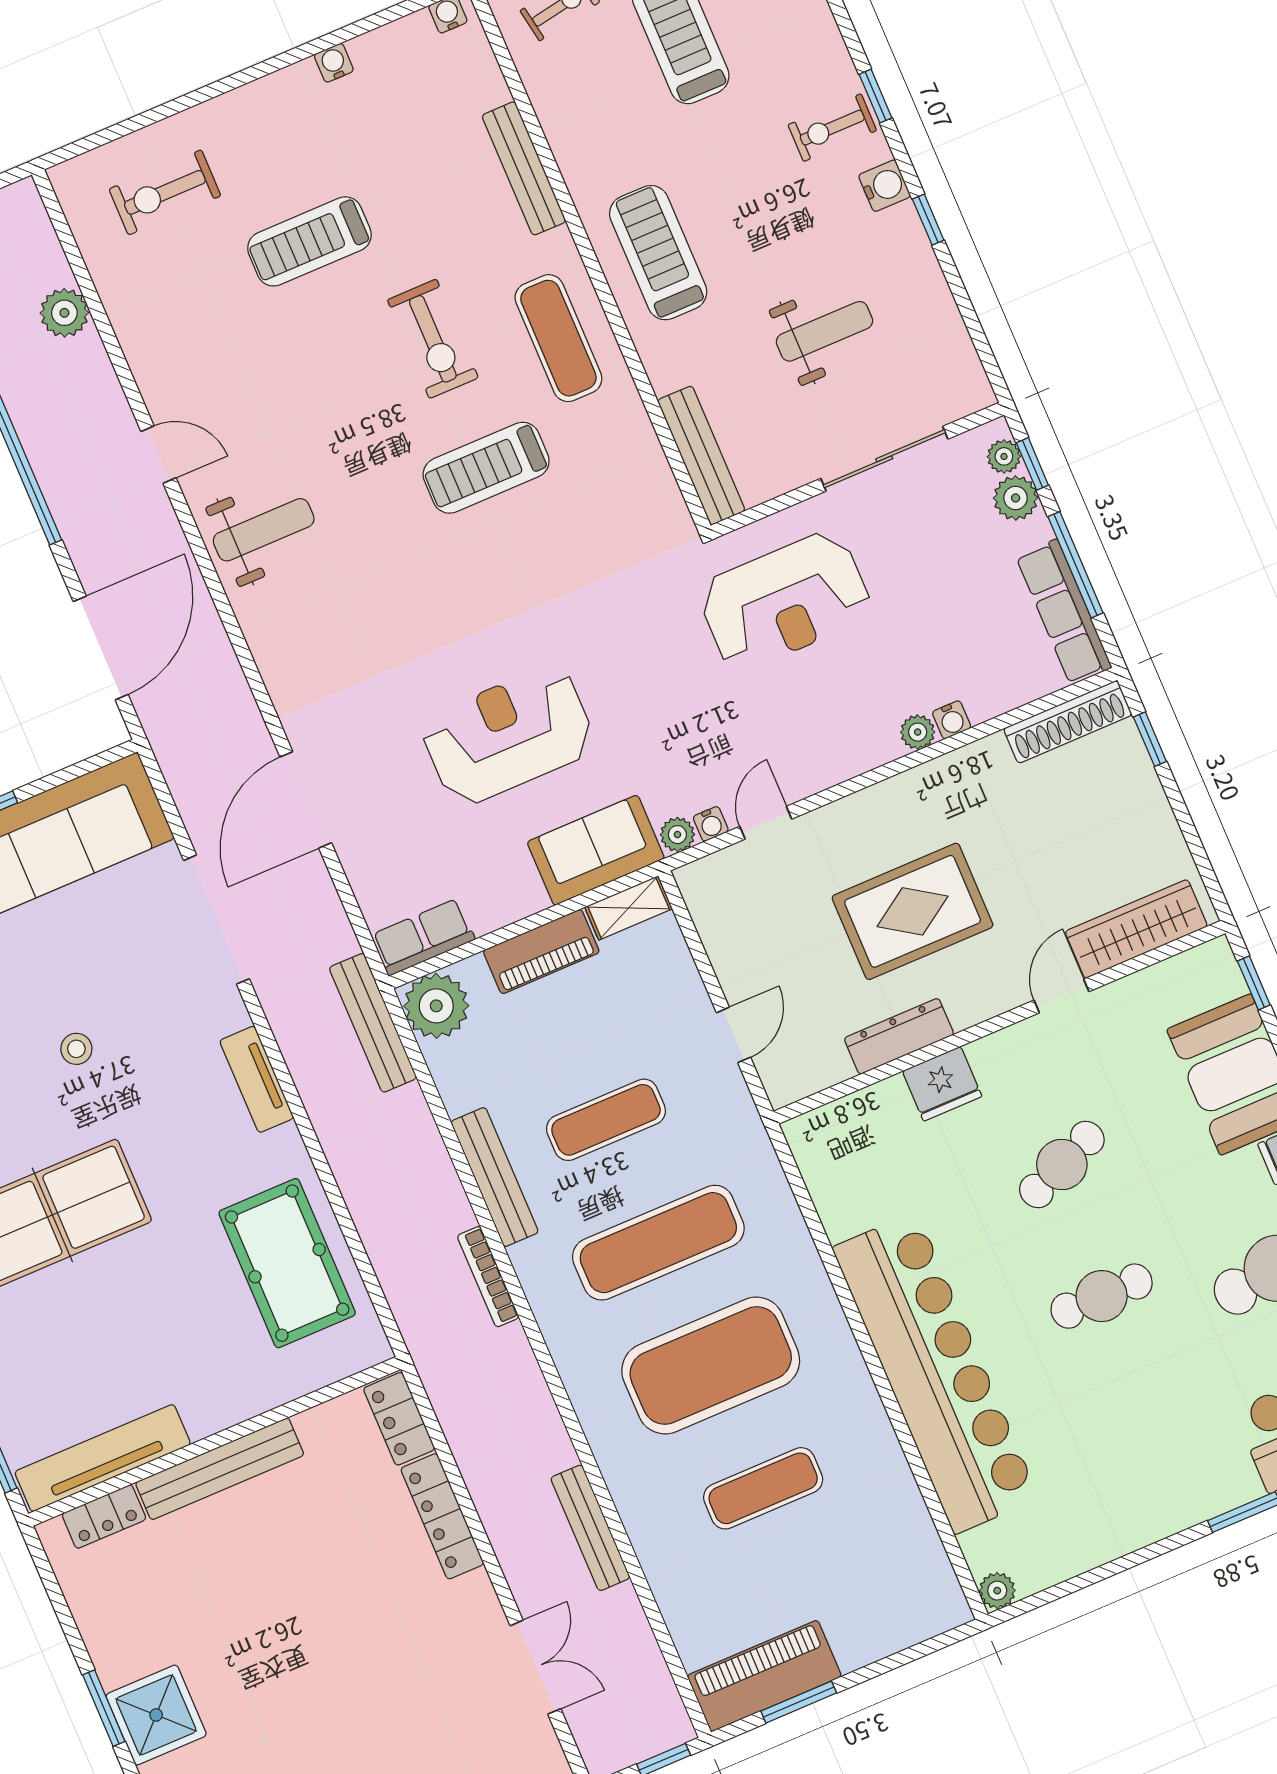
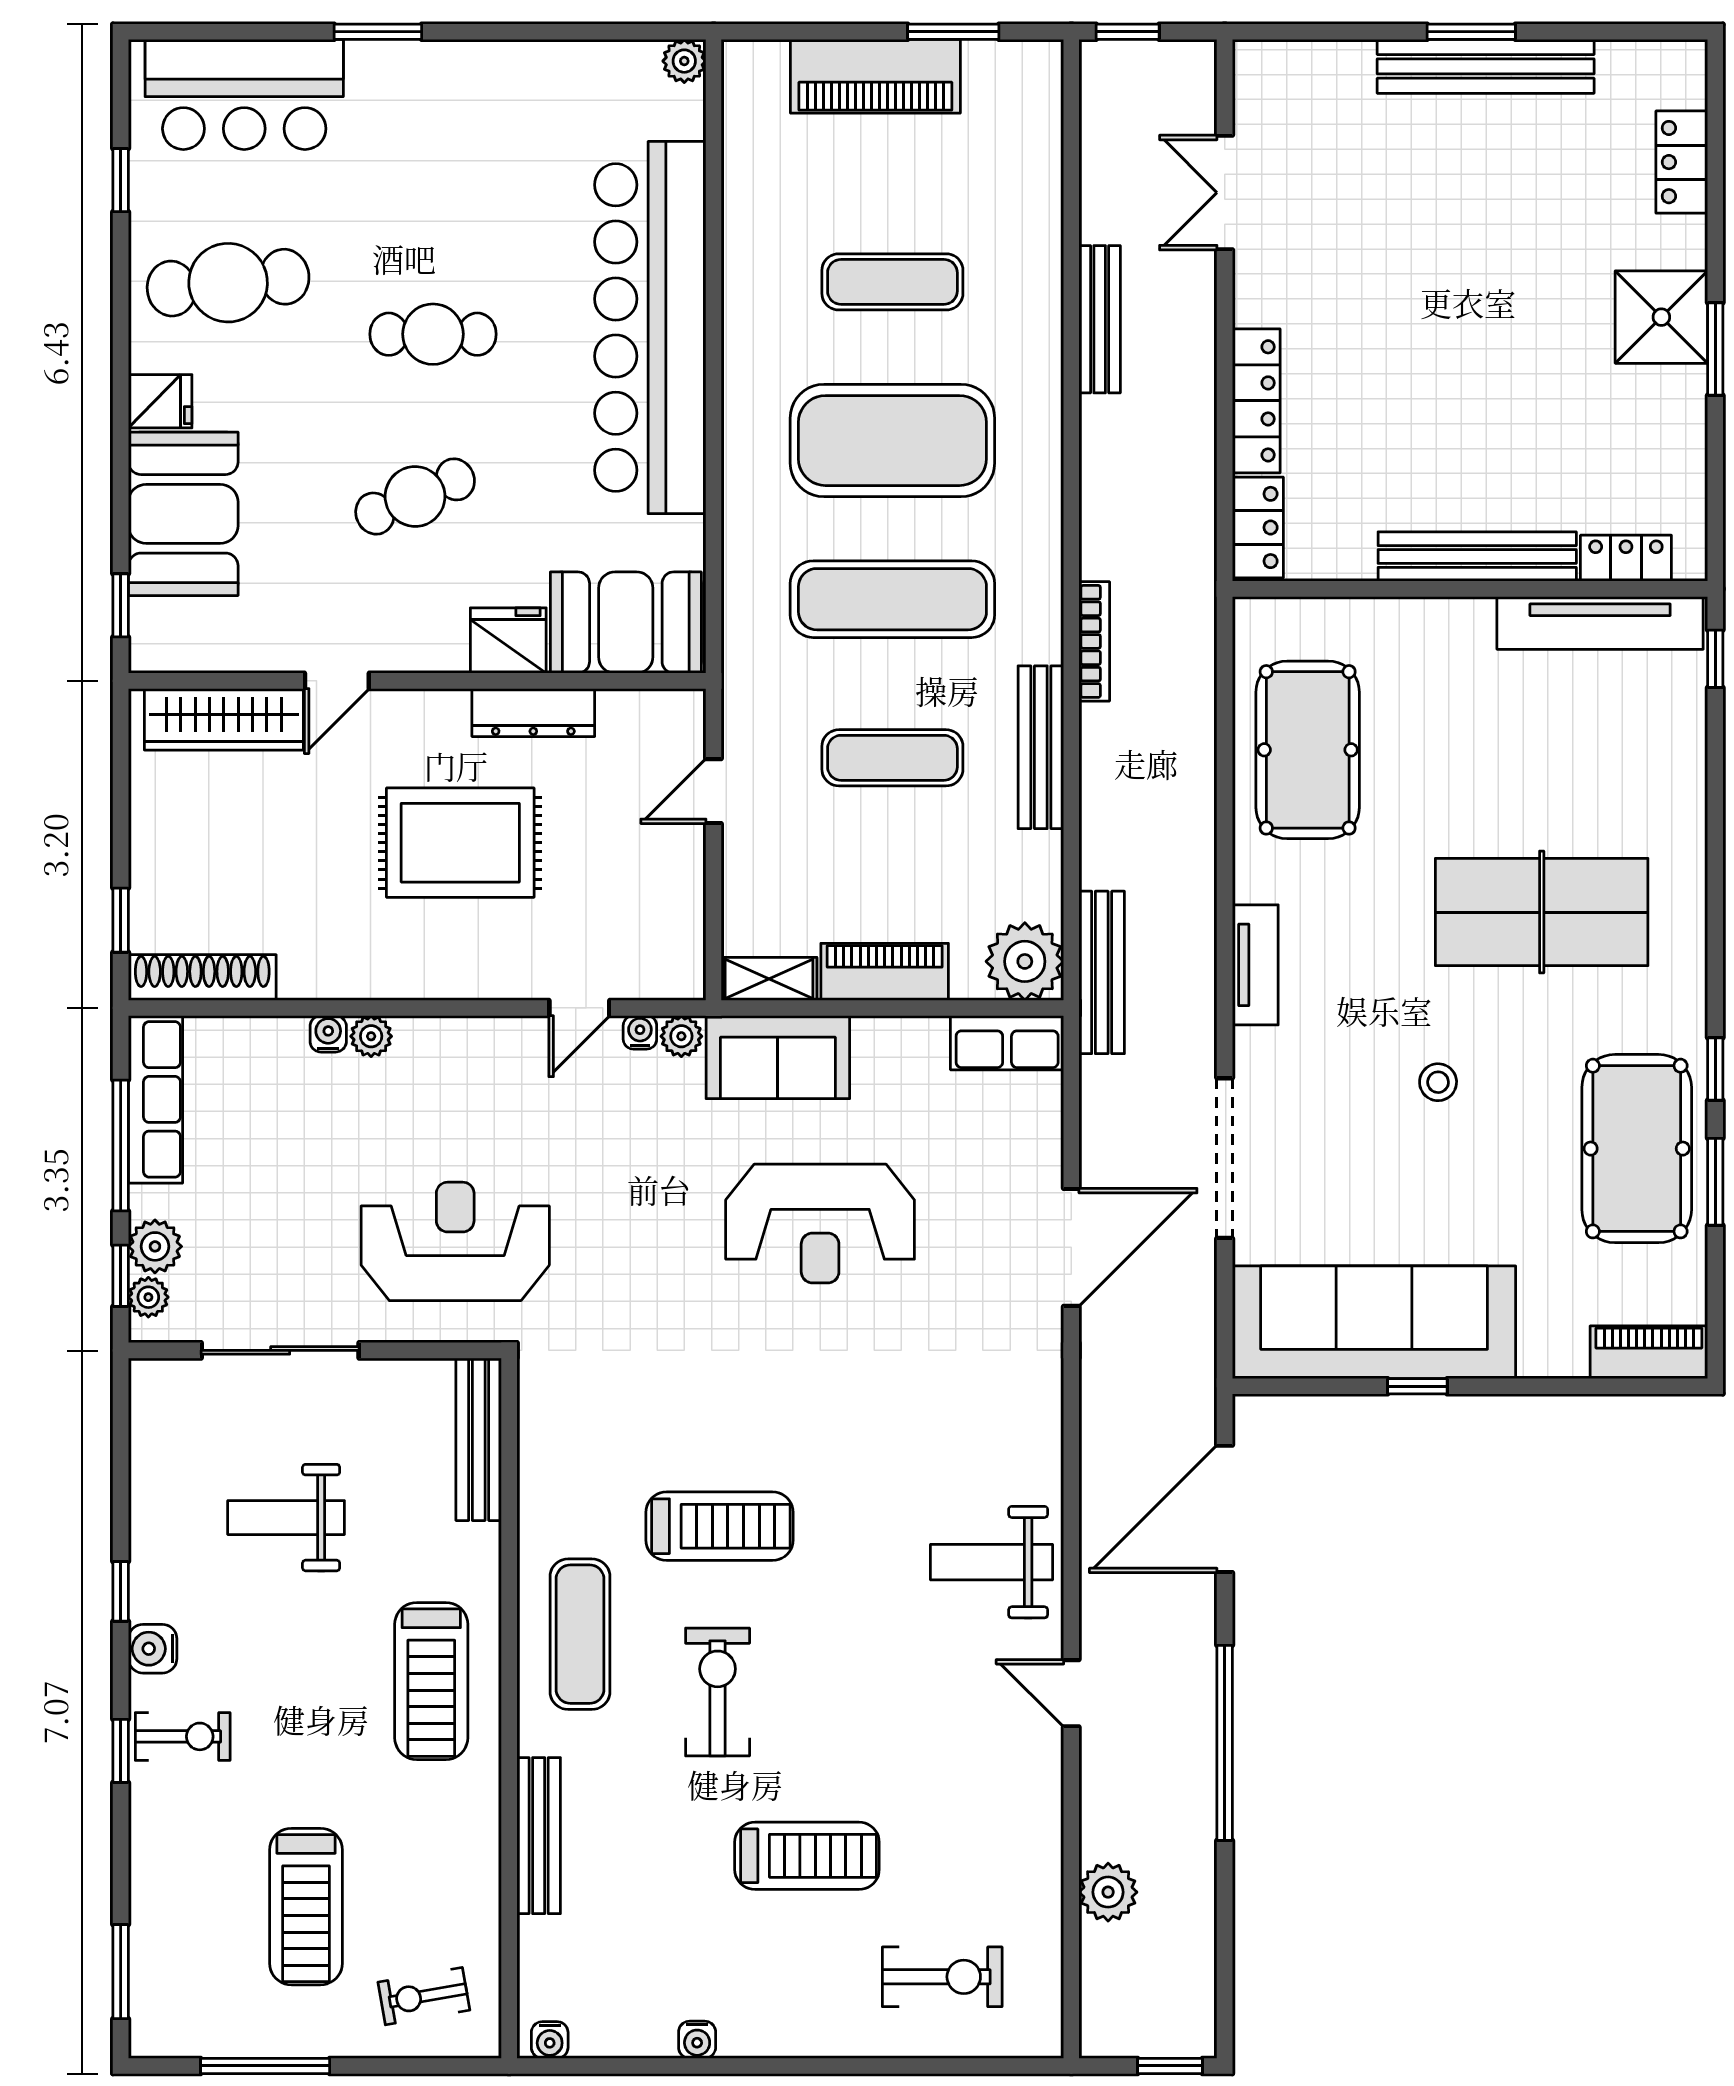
booth: (857, 1136) -> (626, 623), added
piano: (764, 1676) -> (875, 76), moved

